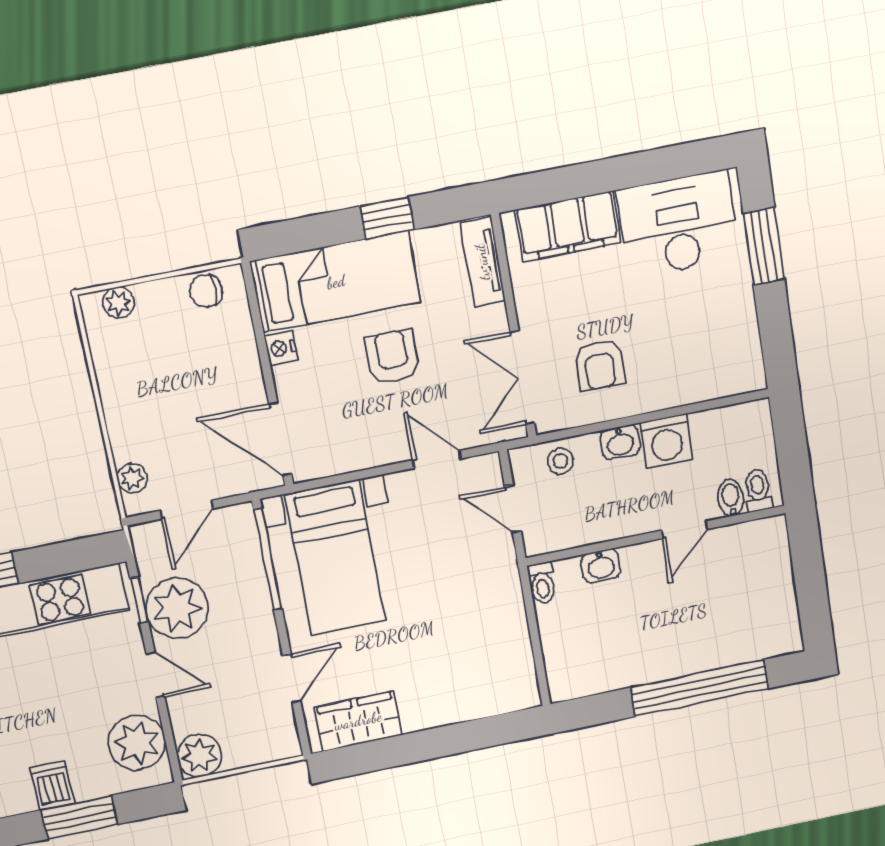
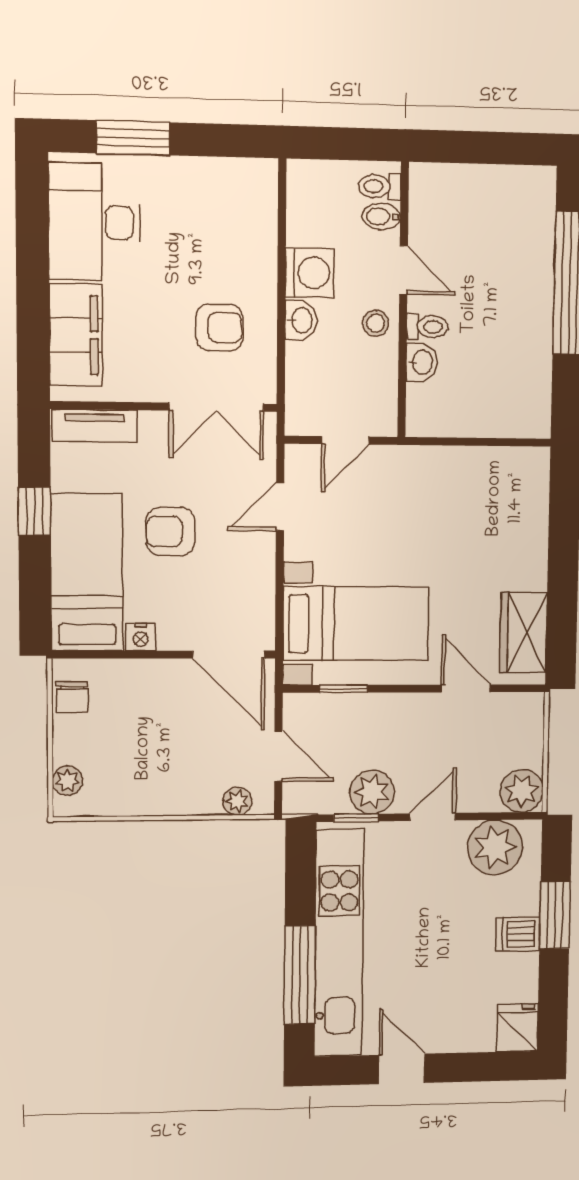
door: (280, 439) -> (229, 654), hinge flipped
stool: (560, 461) -> (376, 323), moved
window: (268, 559) -> (343, 689), width x0.46
toilet: (542, 583) -> (427, 327), moved
plant: (177, 608) -> (372, 792), width x0.73, depth x0.73

